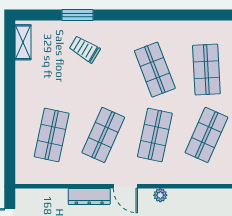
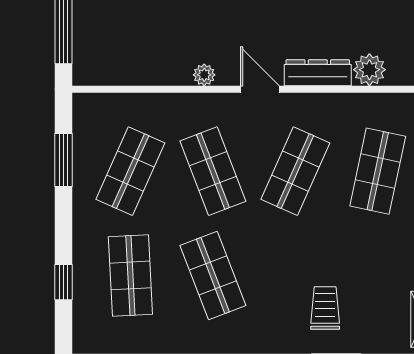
trolley: (85, 49) -> (325, 308), turned -121
shop shelf: (155, 135) -> (213, 171), turned -33
plant: (57, 198) -> (369, 70), added

